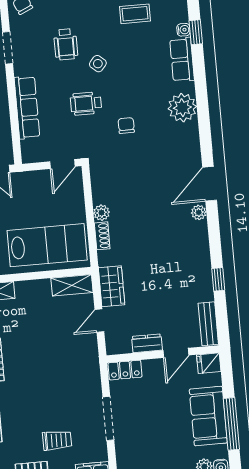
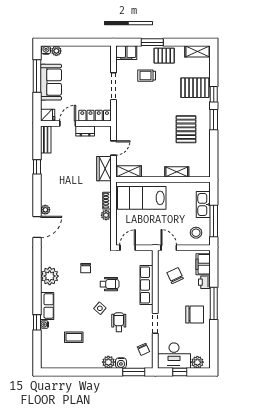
locker: (125, 370) -> (95, 116), width x1.53

